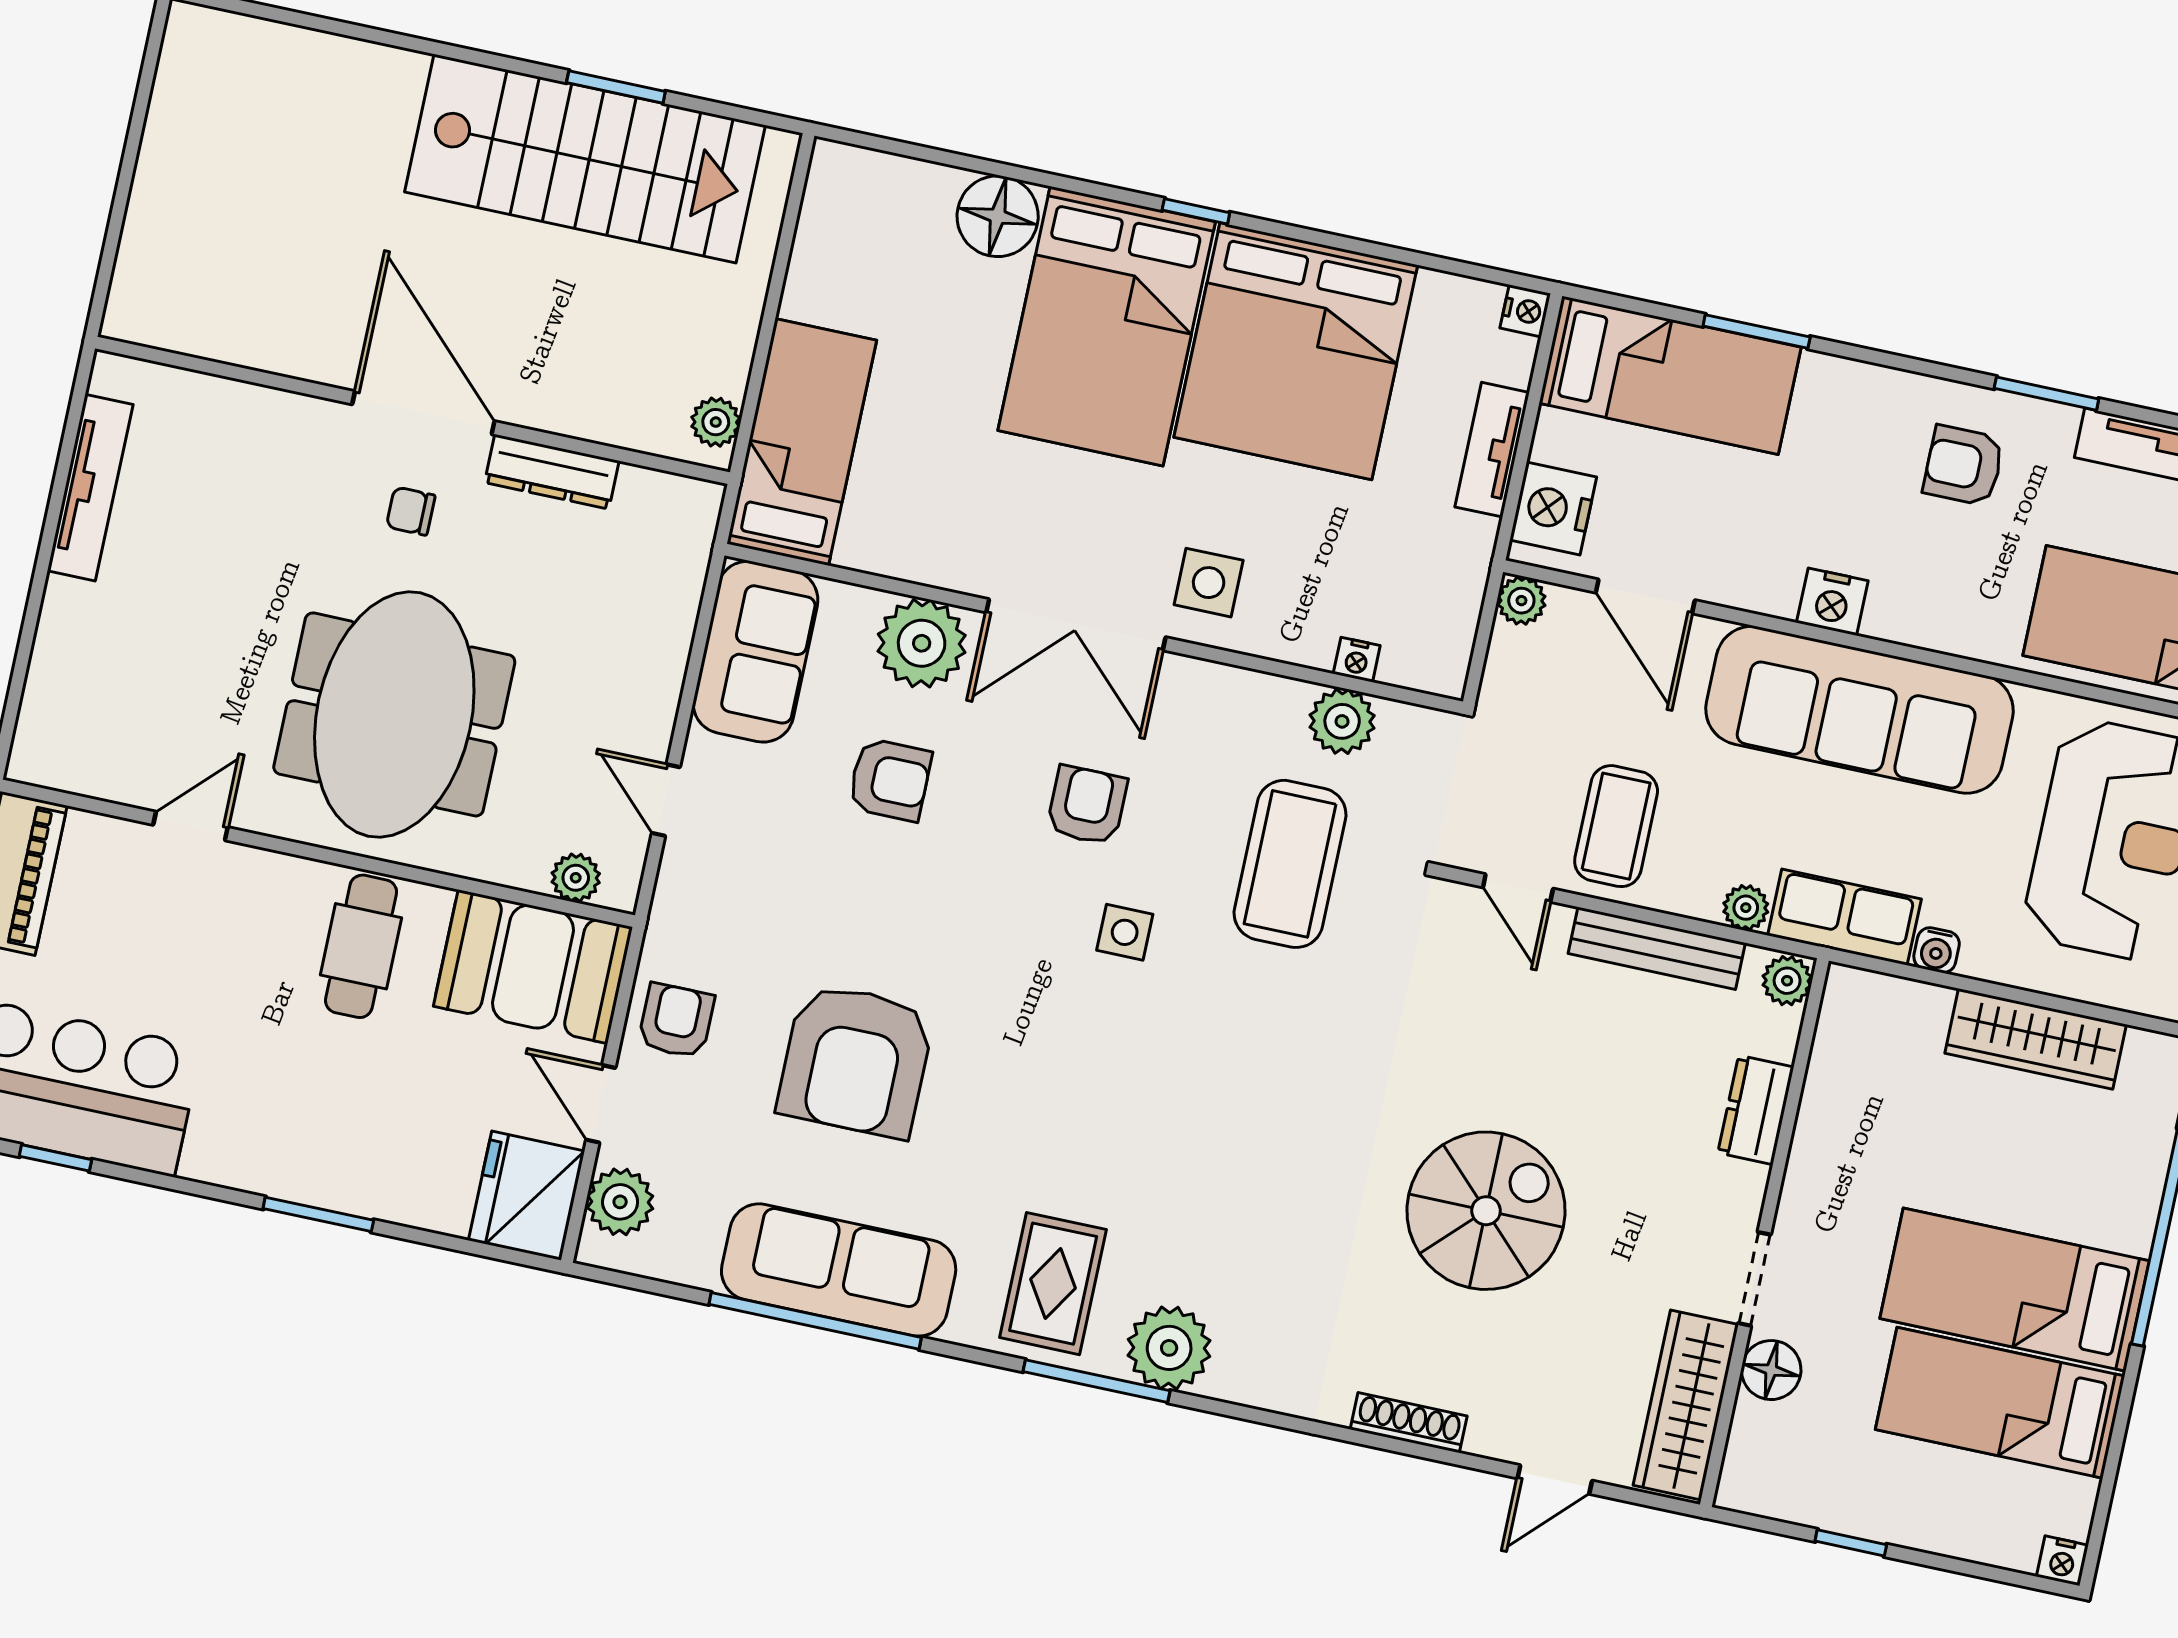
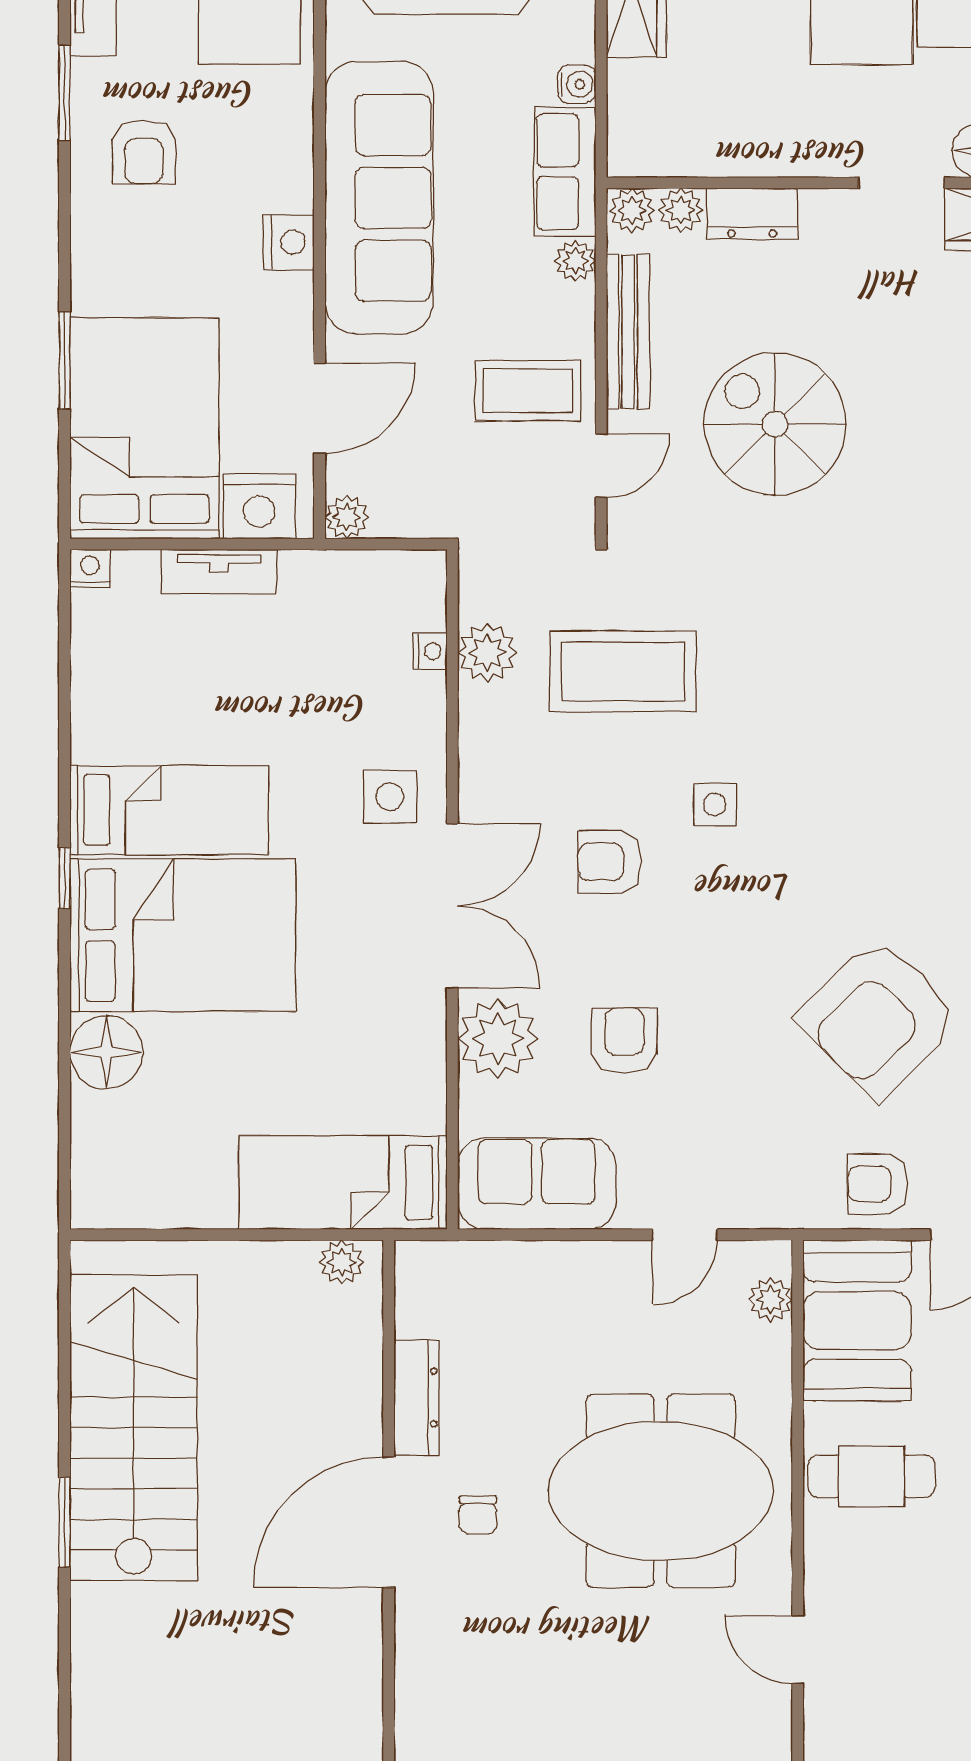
window: (616, 87) -> (65, 1522), moved
bed: (1296, 351) -> (169, 810), width x0.49
bed: (1670, 375) -> (144, 428), width x1.50
plant: (1776, 1033) -> (681, 210), added
armchair: (856, 1060) -> (879, 1018), turned 135
spiral stairs: (1486, 1211) -> (775, 424), moved

